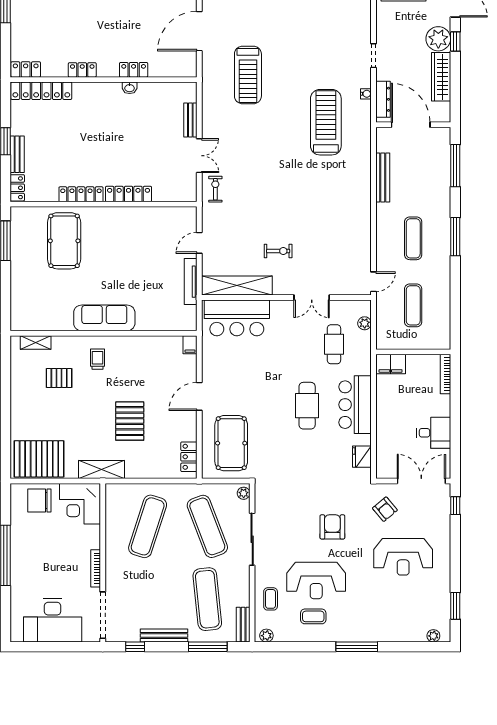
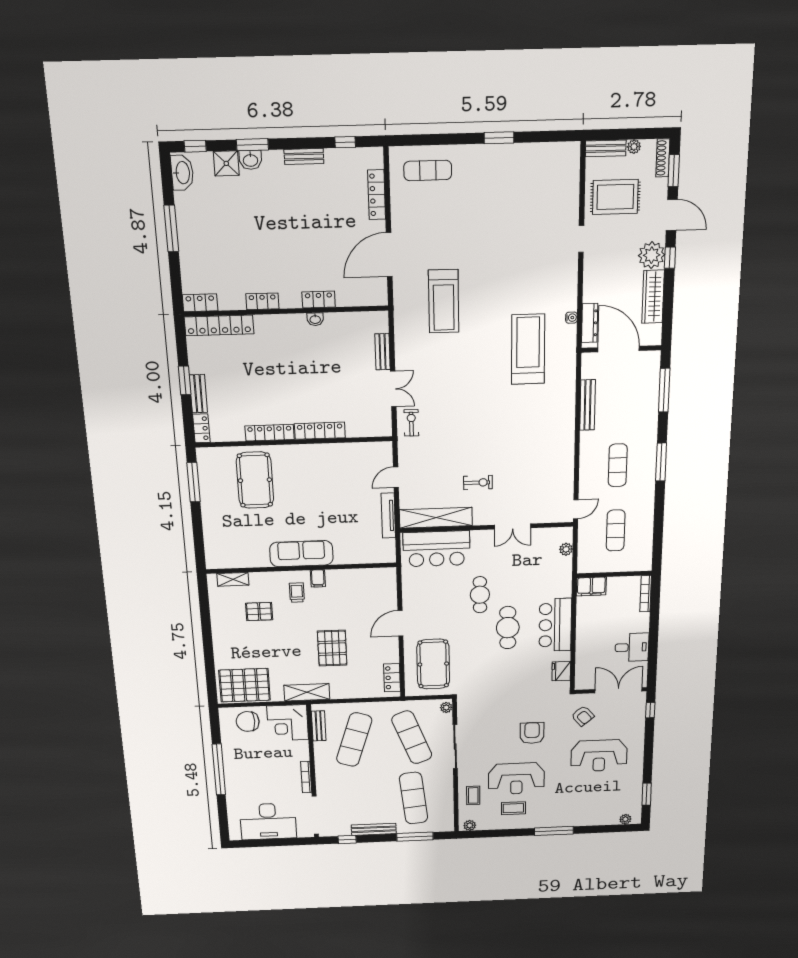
doorway: (373, 56) -> (581, 239), moved
cafe table: (334, 344) -> (480, 595), moved
filing cabinet: (190, 345) -> (318, 578), moved
bench: (243, 625) -> (319, 726), moved

